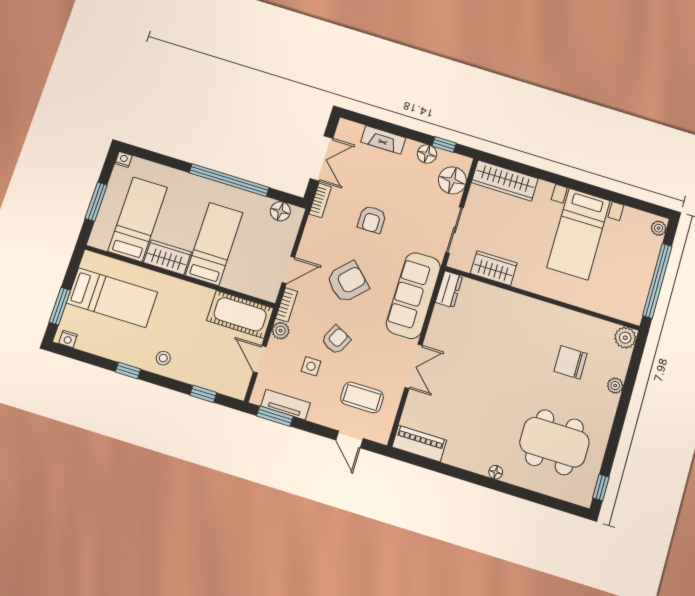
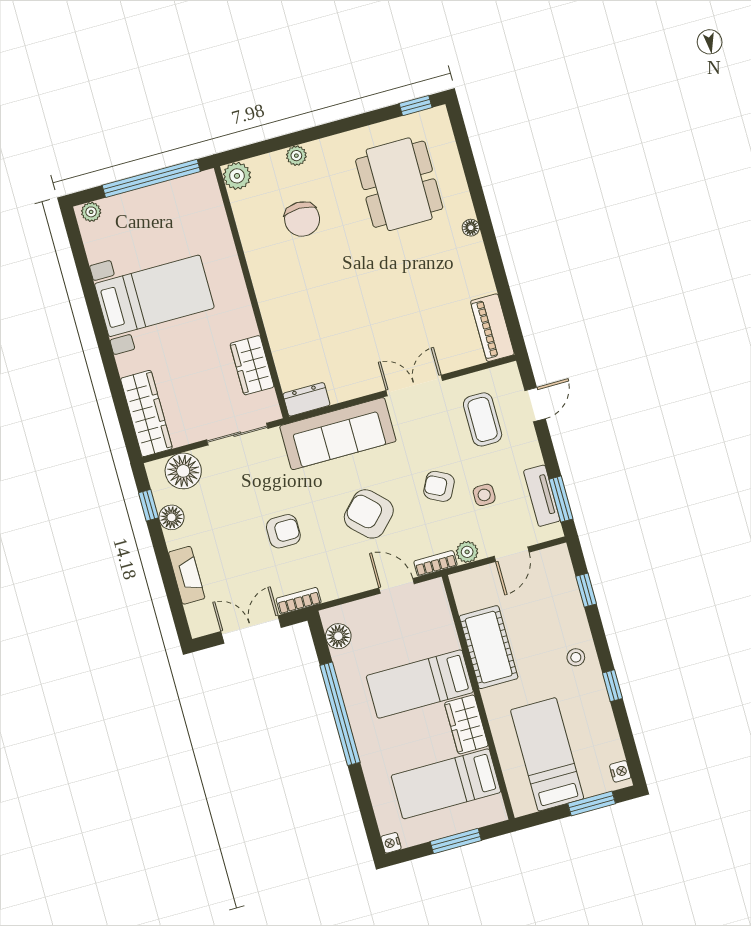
cot: (240, 314) -> (489, 647), moved

